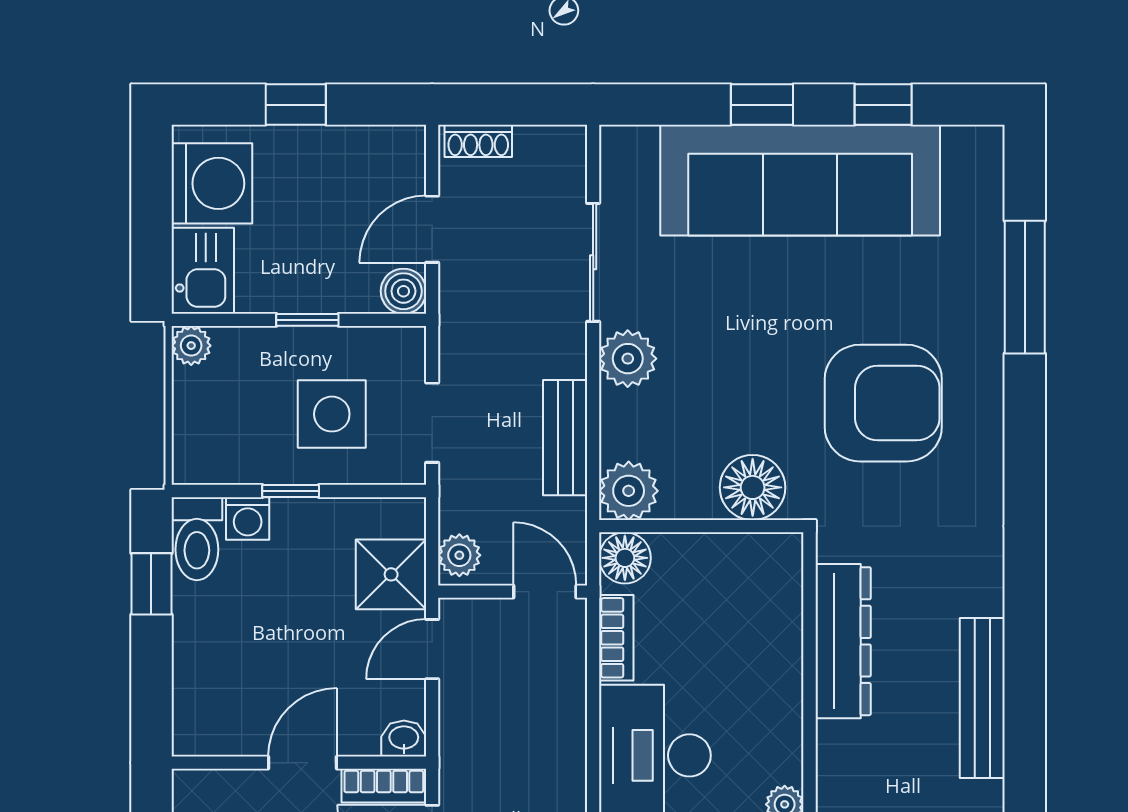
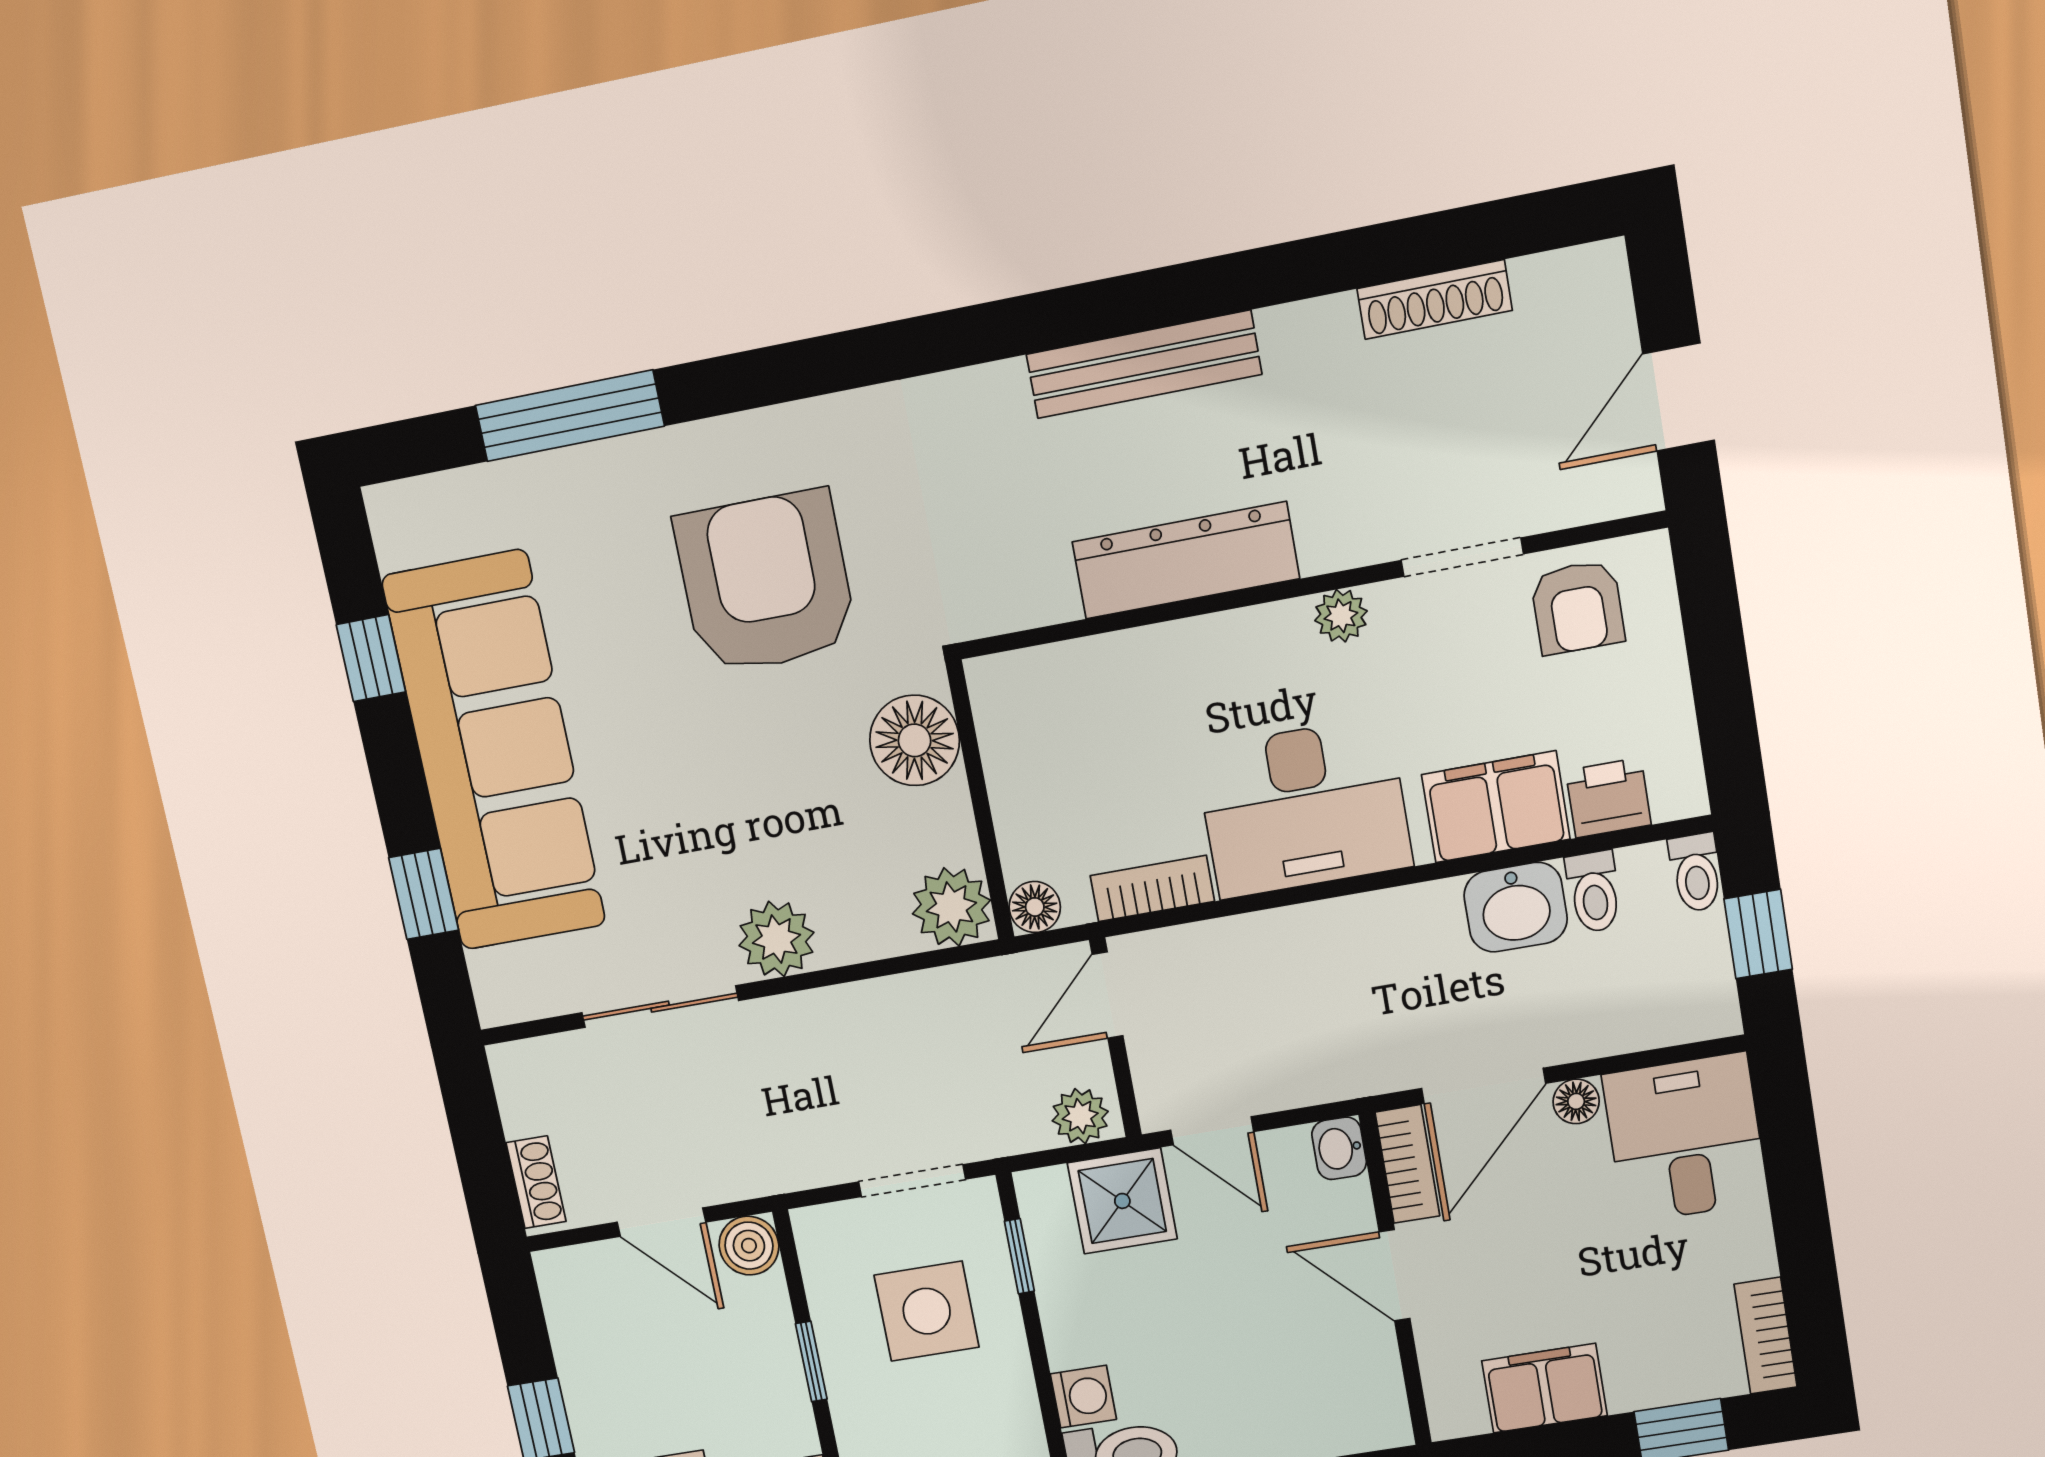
window: (762, 105) -> (424, 894), moved
bench: (565, 438) -> (897, 1004), removed
window: (291, 491) -> (1019, 1256), moved
floor lamp: (625, 558) -> (1035, 907), width x0.73, depth x0.73
dresser: (843, 641) -> (1186, 560), moved

